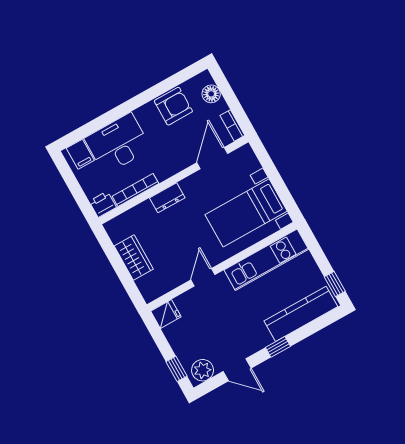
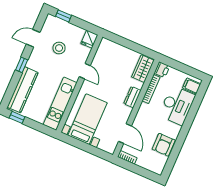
floor lamp: (211, 94) -> (150, 165), removed
wardrobe: (134, 258) -> (143, 69), moved, turned 90
stool: (213, 332) -> (59, 48), added
plant: (203, 370) -> (50, 25), removed

